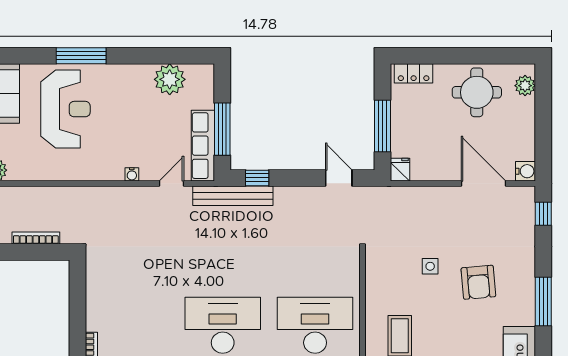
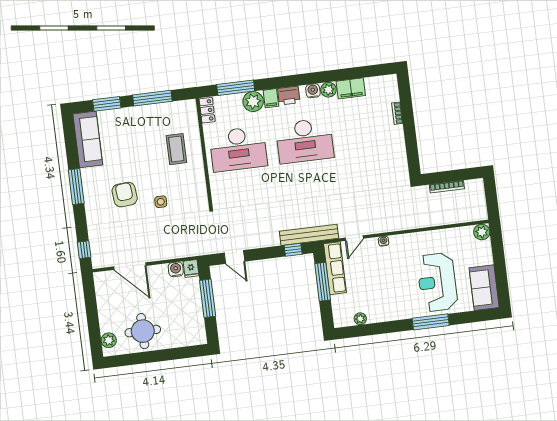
locker: (414, 73) -> (190, 339), removed
plant: (170, 79) -> (360, 319), width x0.53, depth x0.53
water cooler: (525, 171) -> (176, 269), moved, turned 90

